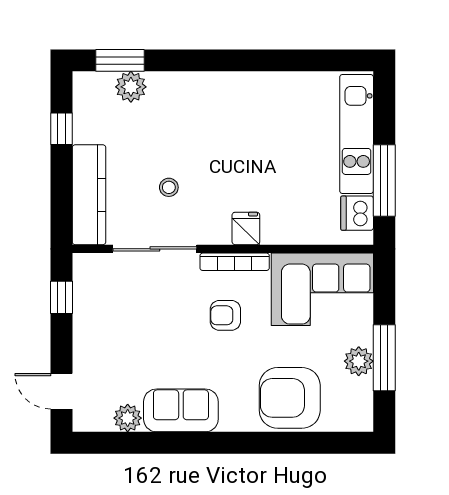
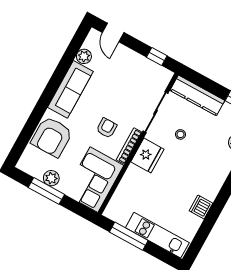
dishwasher: (357, 213) -> (201, 207), moved, turned -90
fridge: (246, 228) -> (147, 155), width x1.88, depth x1.34
door: (61, 391) -> (113, 32), swing flipped
armchair: (290, 398) -> (52, 137), turned 180
sofa: (181, 410) -> (70, 89), width x1.36

